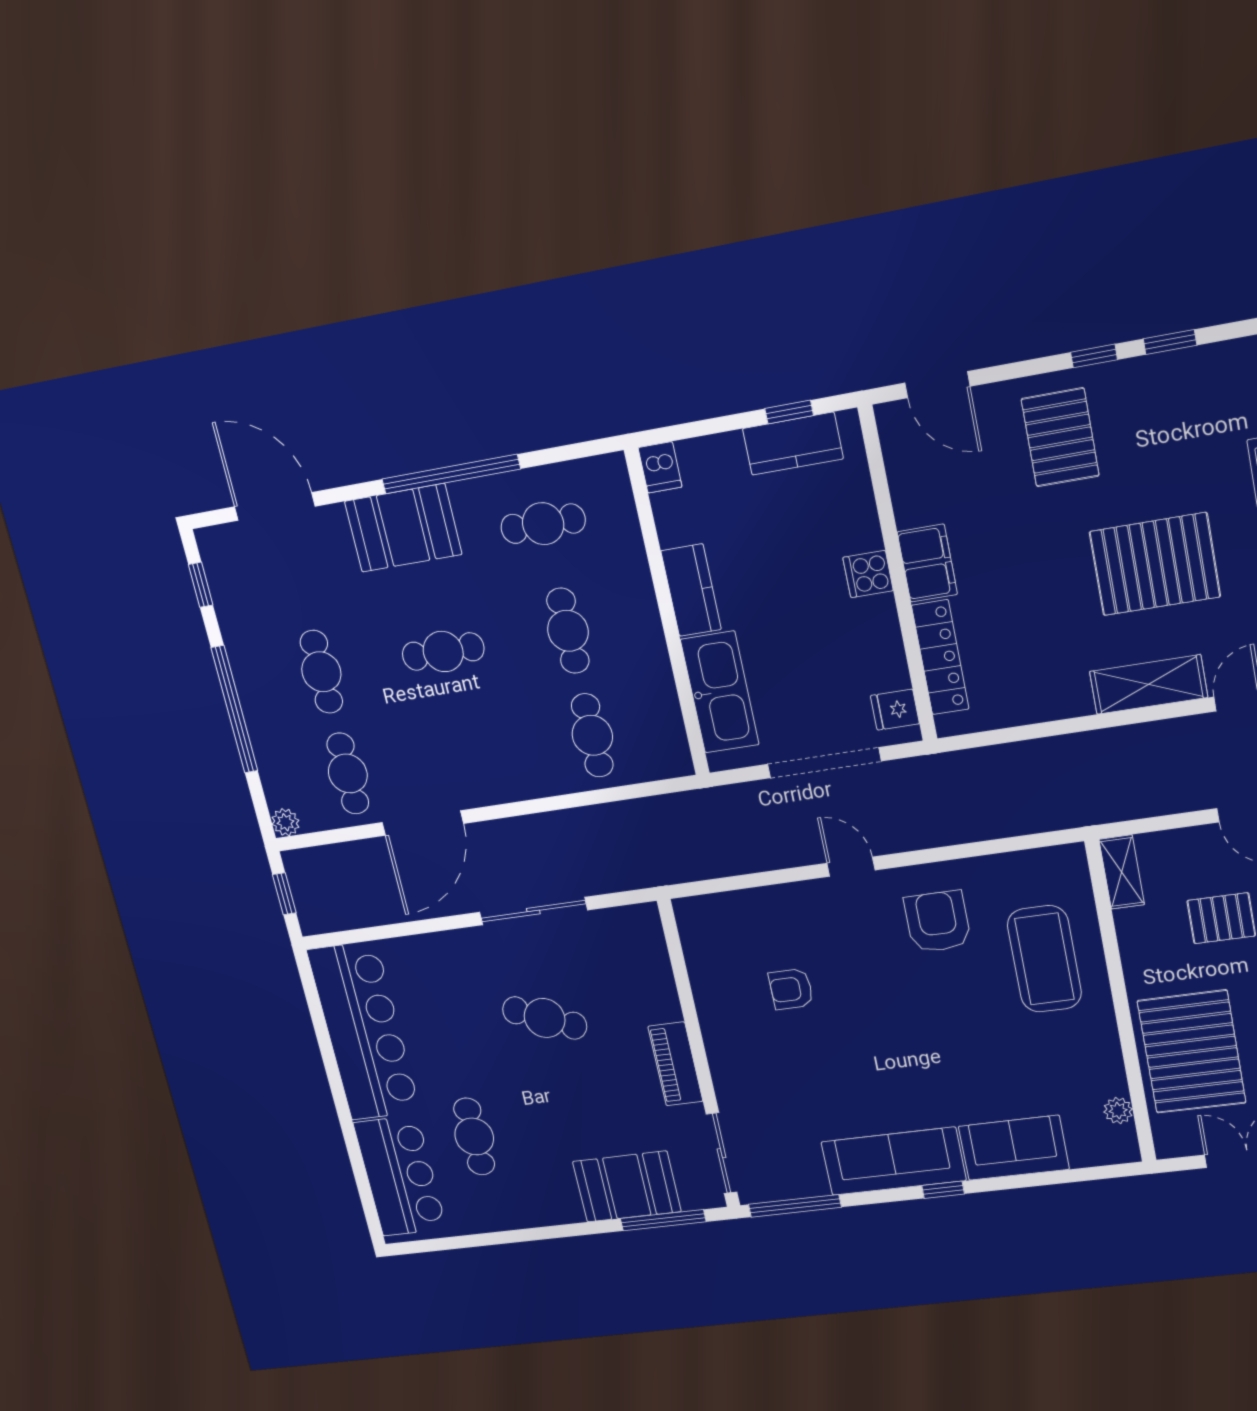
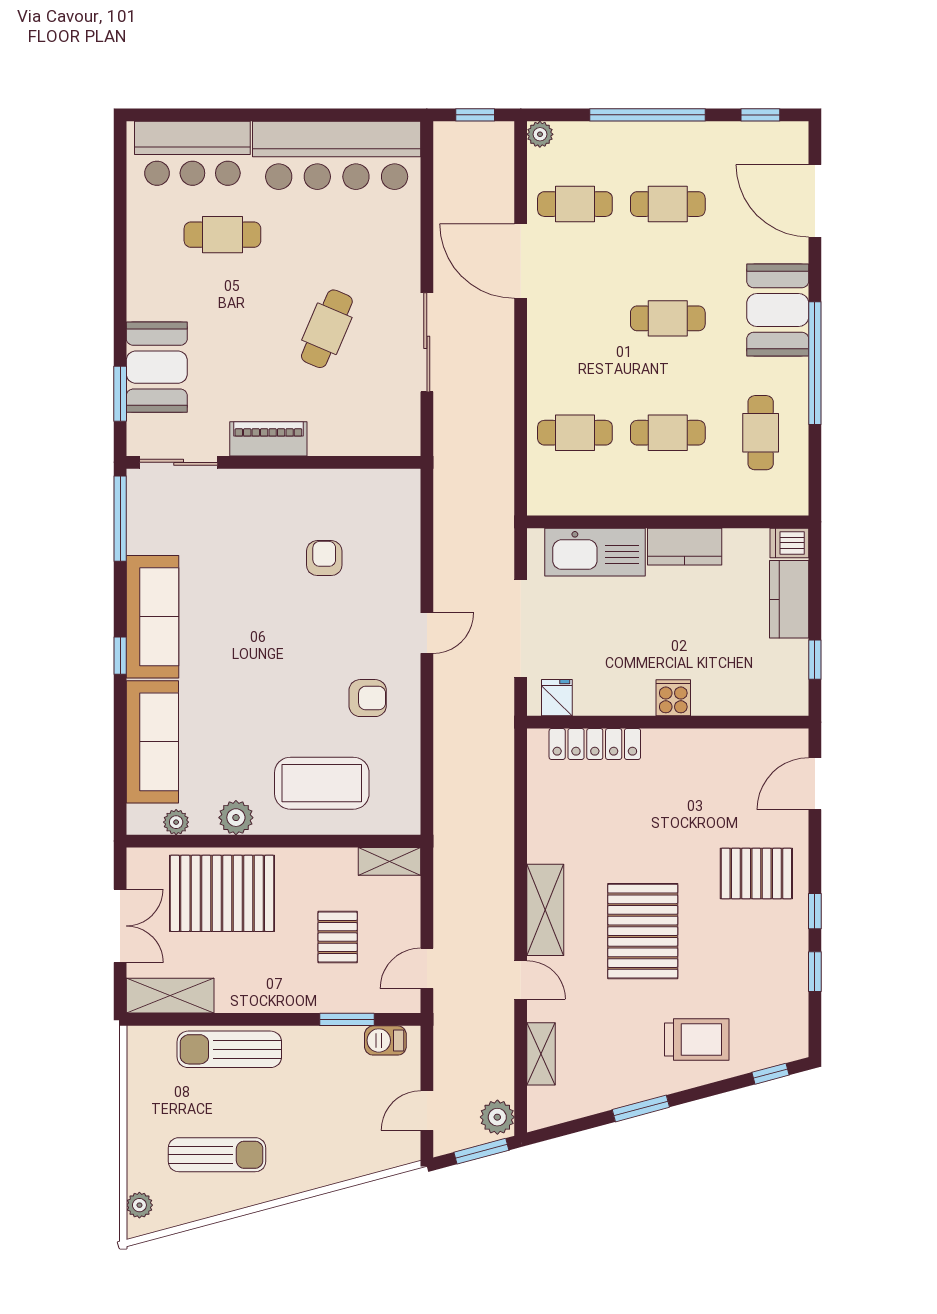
kitchen counter: (793, 444) -> (789, 599), moved
door: (275, 507) -> (815, 201), swing flipped
filing cabinet: (927, 563) -> (674, 748), removed
cafe table: (443, 651) -> (668, 318), turned 90
armchair: (937, 922) -> (368, 698), width x0.72, depth x0.72
plant: (1101, 1047) -> (236, 818), added
sofa: (1014, 1148) -> (152, 742), width x1.36
window: (663, 1220) -> (120, 394), width x0.69

